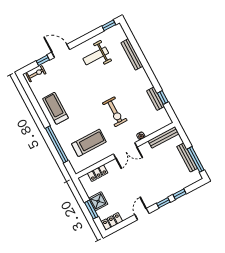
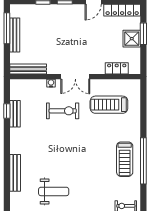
exercise bike: (115, 112) -> (63, 111), moved, turned 90
window: (57, 144) -> (143, 161), moved
double door: (125, 150) -> (75, 77), swing flipped
locker: (112, 221) -> (122, 10), width x1.53

